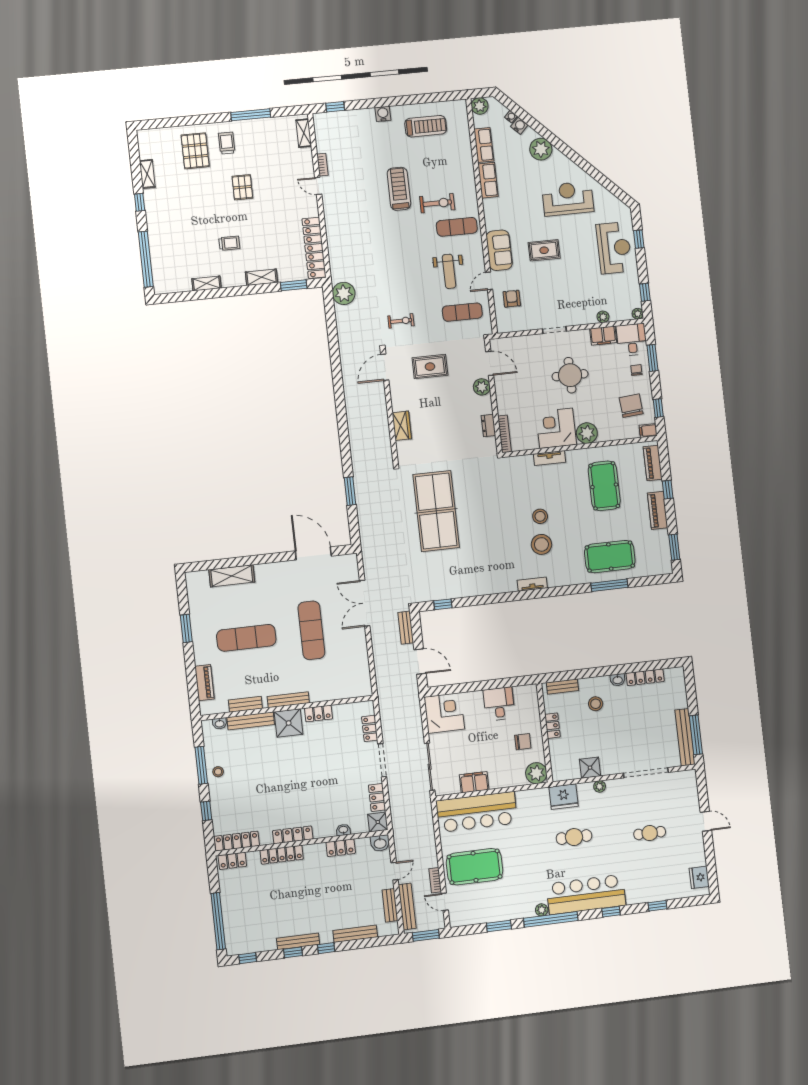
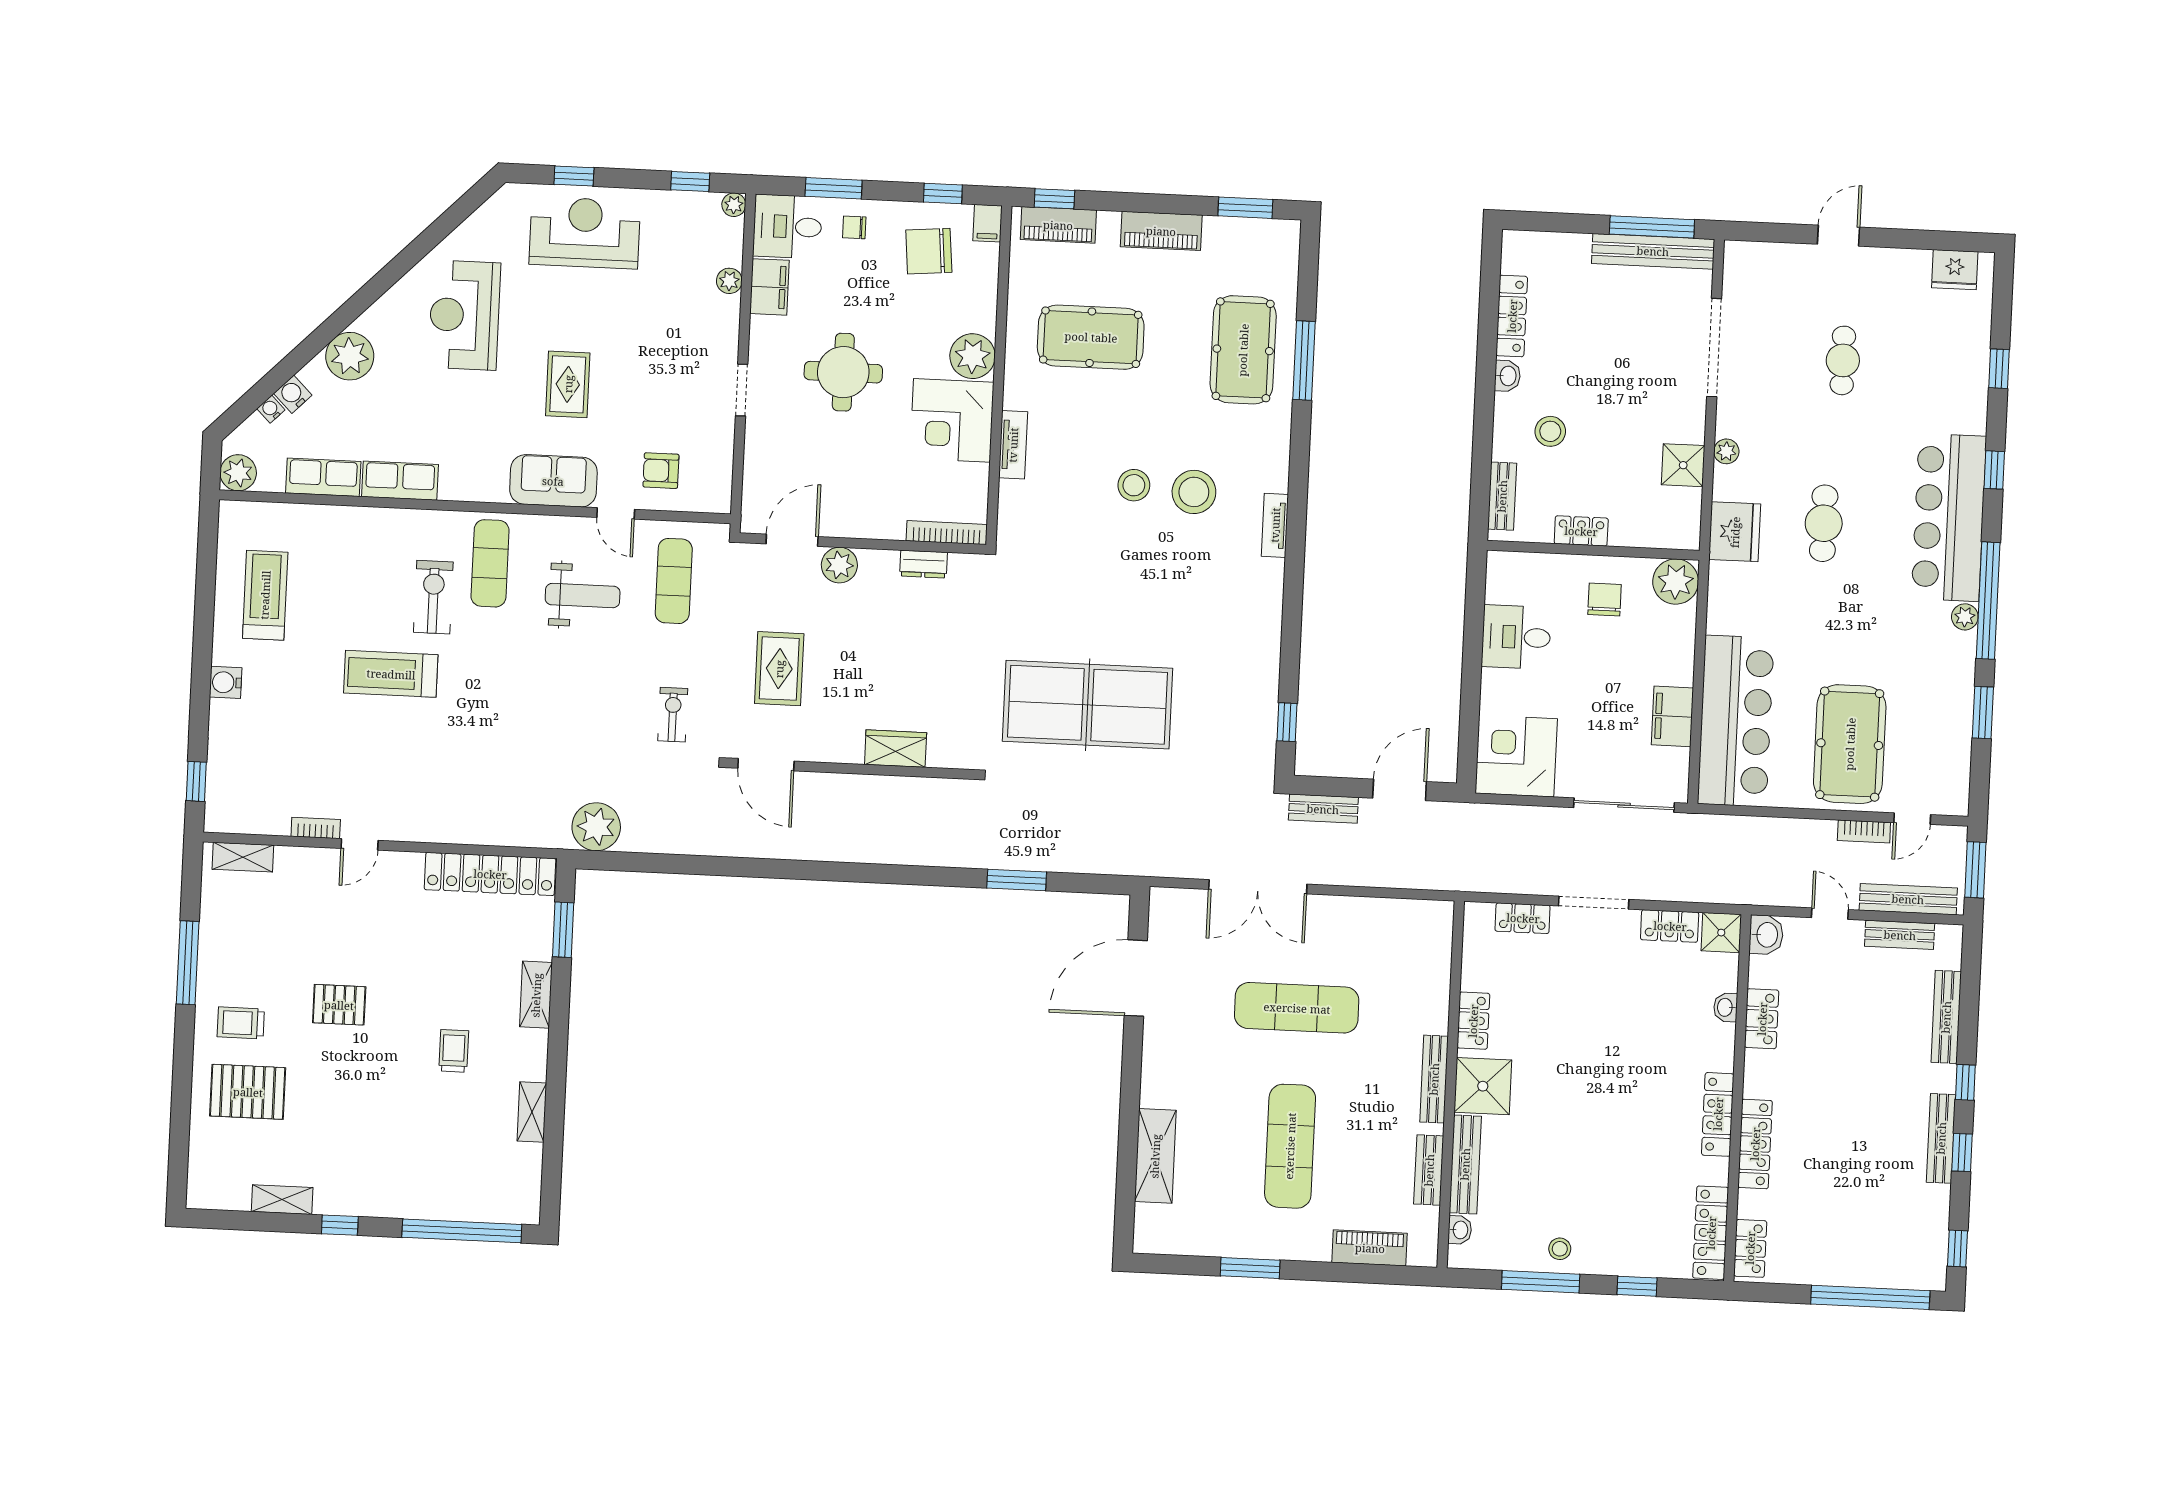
window: (668, 490) -> (1054, 199), moved

